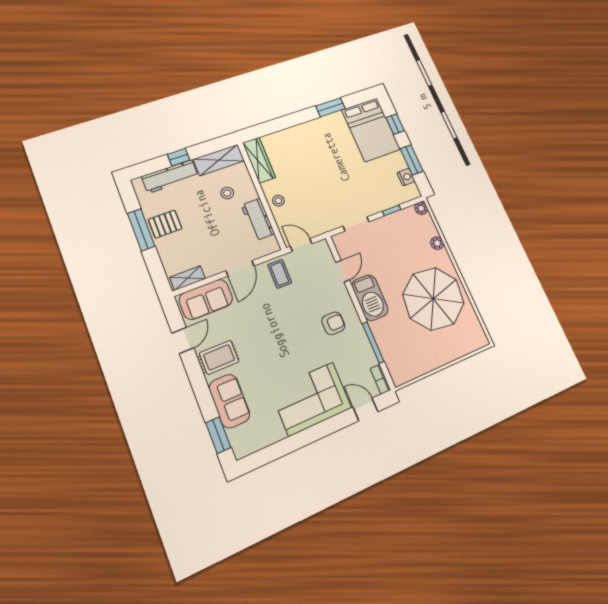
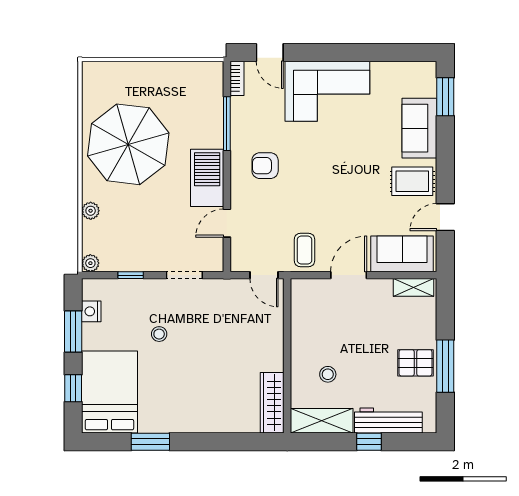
stool: (278, 201) -> (159, 334), moved
workbench: (258, 219) -> (304, 327), removed

